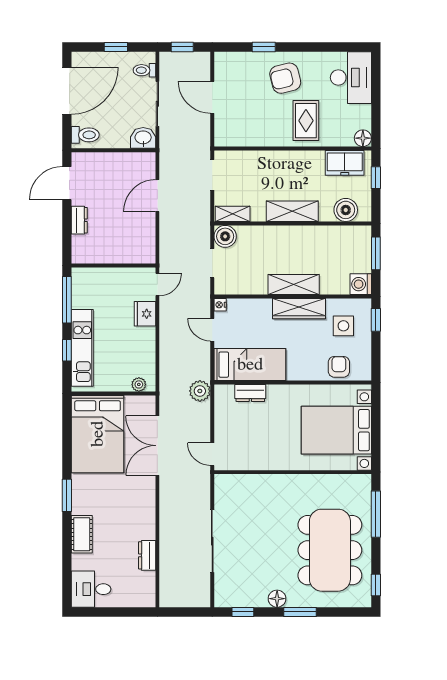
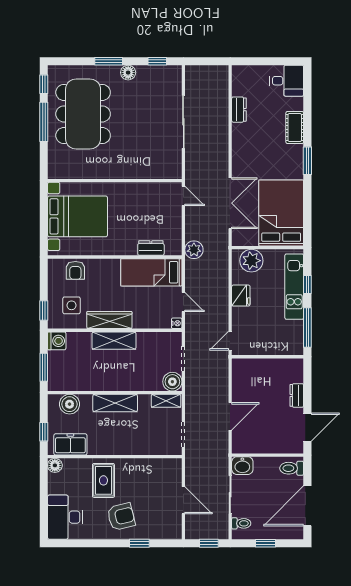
fridge: (145, 314) -> (241, 296), moved
plant: (139, 384) -> (251, 261), width x1.87, depth x1.87
window: (376, 514) -> (44, 122), moved

